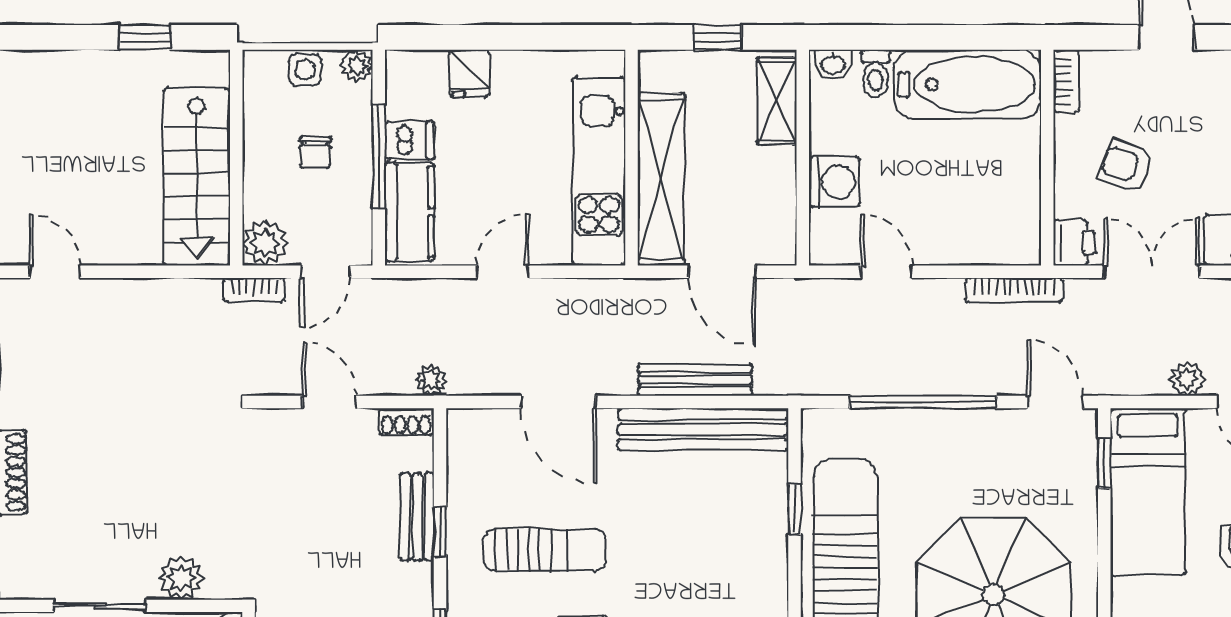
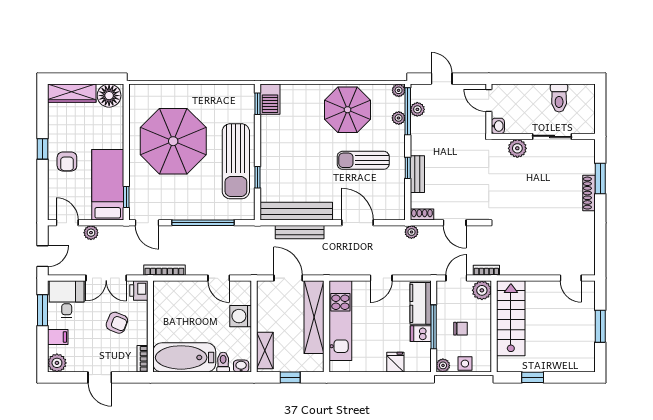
chair: (315, 152) -> (461, 329), turned 90

